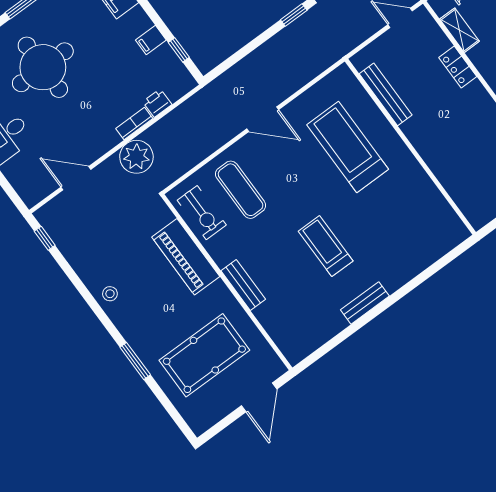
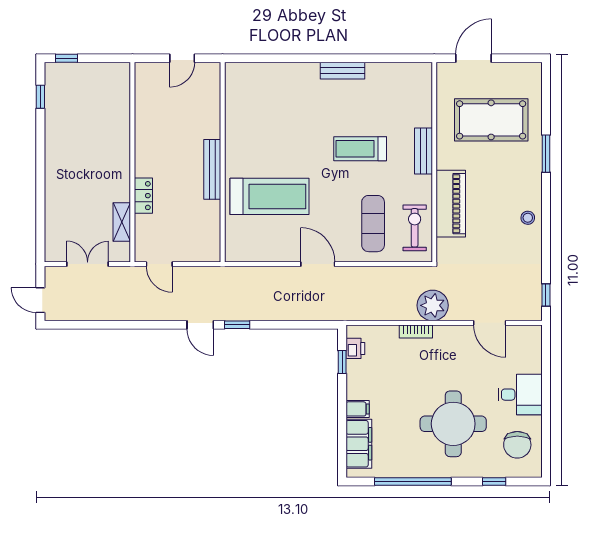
filing cabinet: (151, 40) -> (358, 409), moved
bench: (386, 94) -> (212, 169), moved
printer: (157, 103) -> (355, 348), moved, turned -90
treadmill: (348, 147) -> (270, 196), turned -90
treadmill: (326, 246) -> (360, 149), moved, turned 90

